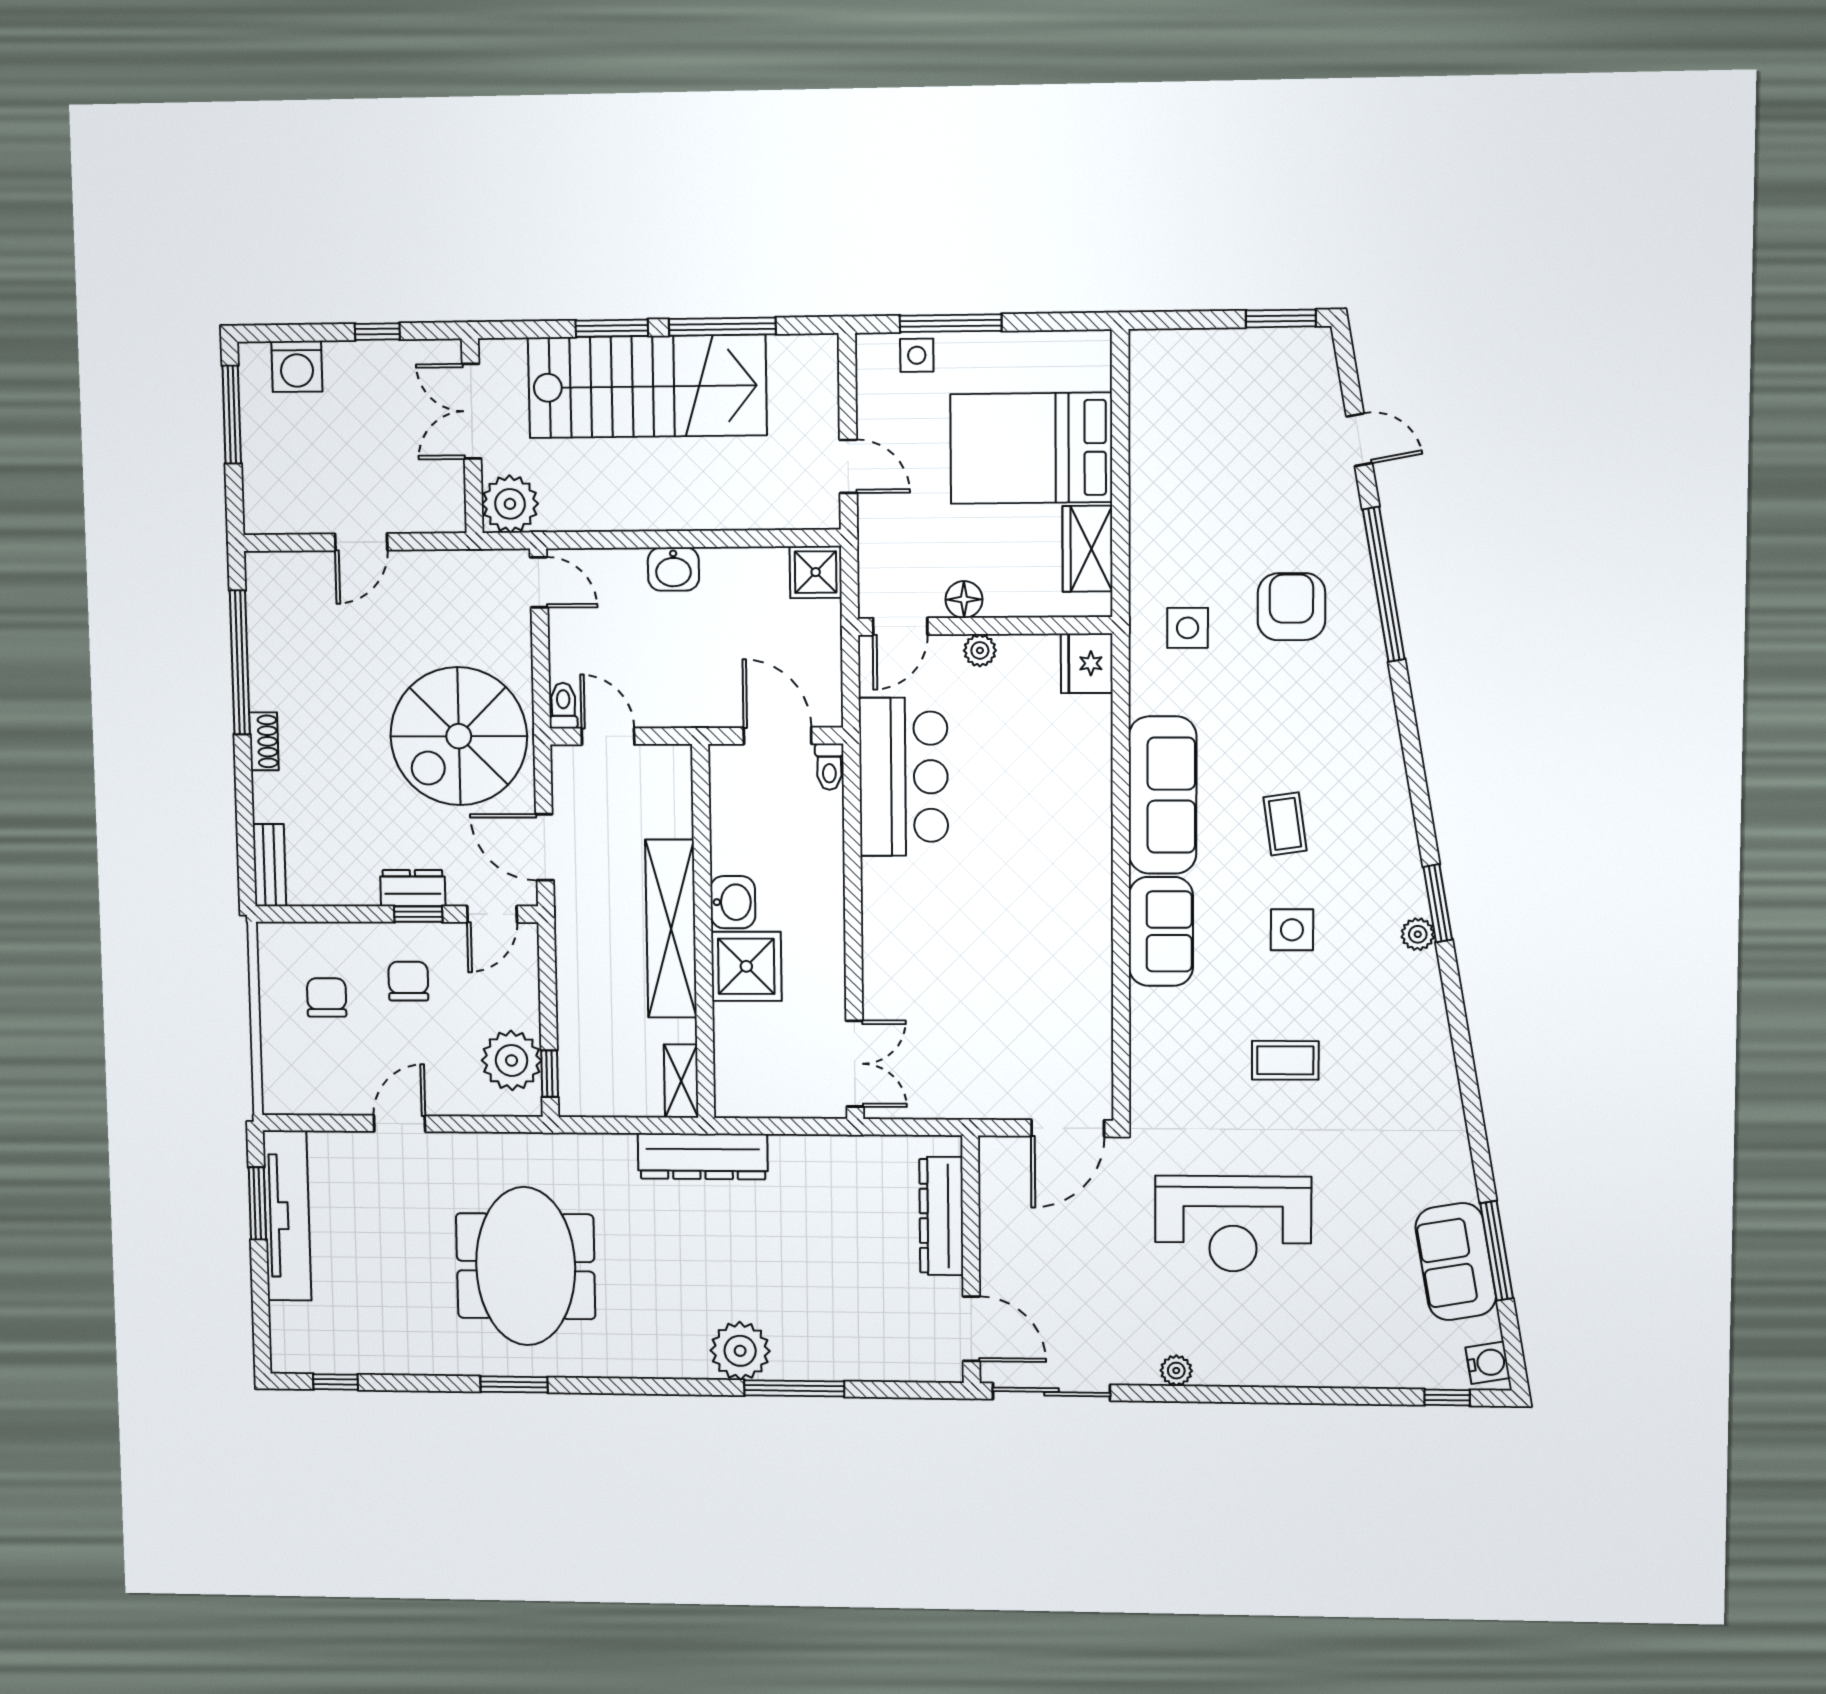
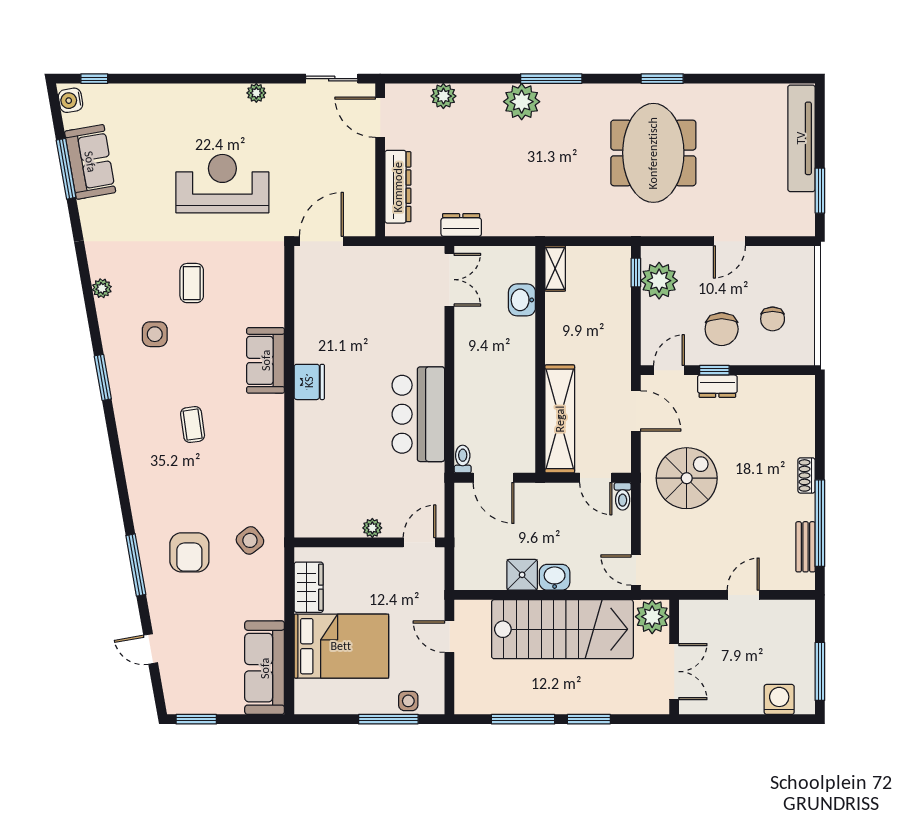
window: (377, 332) -> (730, 719), removed
stairs: (647, 386) -> (562, 629), moved, turned 180
shower: (816, 572) -> (522, 575), moved
window: (1384, 584) -> (136, 565), width x0.68
floor lamp: (964, 599) -> (382, 558), removed
side table: (1188, 628) -> (250, 540), turned -38
fridge: (1087, 663) -> (309, 382), moved
spiral stairs: (459, 736) -> (687, 478), width x0.73, depth x0.73
bar counter: (903, 777) -> (418, 414), moved
sofa: (1163, 795) -> (265, 668), moved
bench: (270, 865) -> (805, 547), moved
washbasin: (733, 902) -> (522, 300), moved
shelving: (671, 929) -> (560, 419), moved
side table: (1292, 930) -> (155, 334), moved
plant: (1418, 934) -> (102, 288), moved
shower: (746, 966) -> (514, 339), removed
chair: (408, 981) -> (722, 329), width x1.37, depth x1.37
coffee table: (1285, 1060) -> (192, 283), turned 90
double door: (855, 1064) -> (449, 280), swing flipped
dresser: (703, 1156) -> (461, 225), moved, width x0.51, depth x0.80
tv unit: (287, 1216) -> (801, 138), moved
plant: (868, 1361) -> (443, 96), added
window: (336, 1382) -> (774, 79), removed
window: (794, 1388) -> (551, 79), moved
sliding door: (1051, 1392) -> (332, 79), width x0.73

